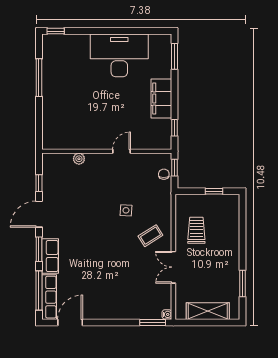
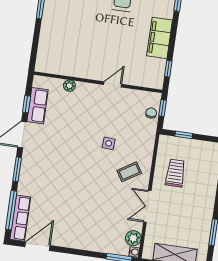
window: (214, 191) -> (184, 135), moved
row of seats: (50, 256) -> (38, 106), moved
plant: (164, 301) -> (133, 238), added

